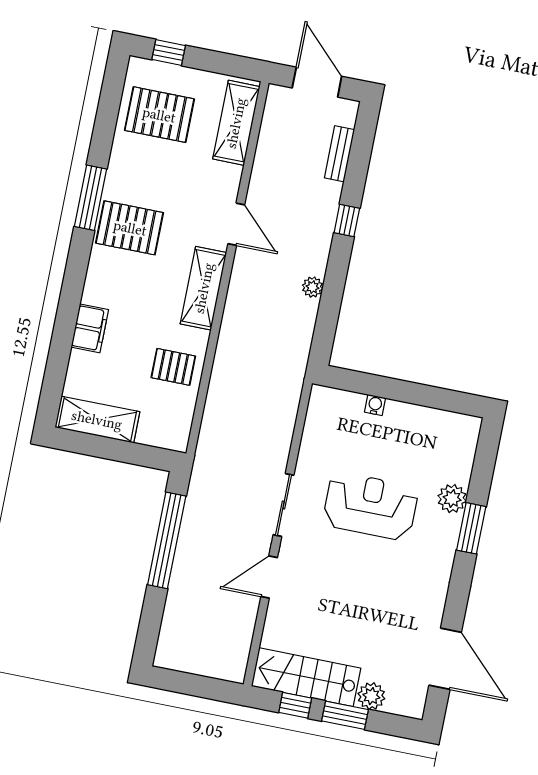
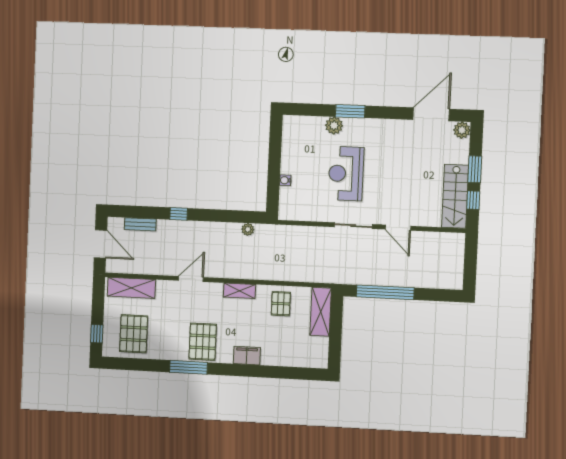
door: (317, 82) -> (101, 244), swing flipped
plant: (313, 287) -> (248, 229), moved
shelving: (204, 288) -> (239, 291), width x0.67, depth x0.75
filing cabinet: (90, 328) -> (247, 356), moved
shelving: (97, 420) -> (321, 312), moved
plant: (371, 696) -> (462, 130), moved

